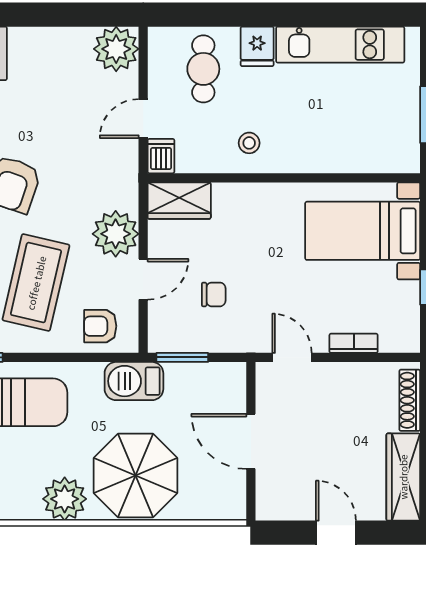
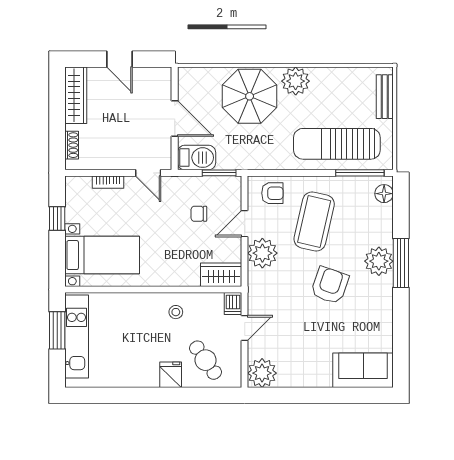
kitchen unit: (340, 45) -> (77, 336), moved, turned 90
cafe table: (203, 69) -> (206, 360), turned -35
barbecue: (134, 381) -> (197, 158), moved
shoe rack: (410, 400) -> (72, 145), width x0.70

